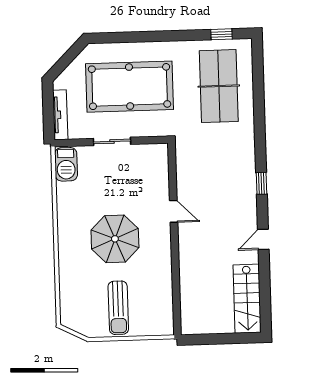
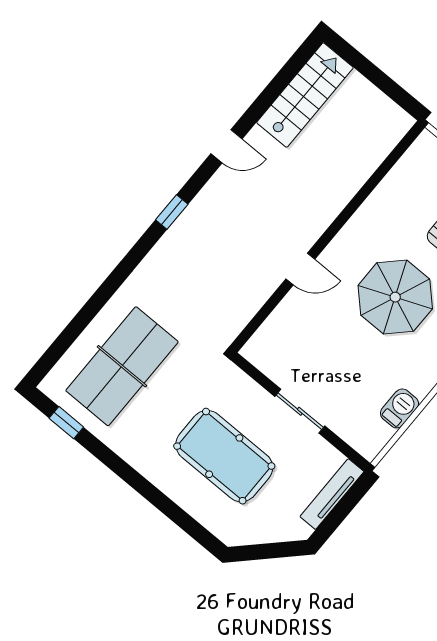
pool table: (130, 87) -> (224, 456), width x0.73, depth x0.76
barbecue: (66, 164) -> (399, 408), moved, width x0.73, depth x0.79
door: (174, 211) -> (300, 269), swing flipped

